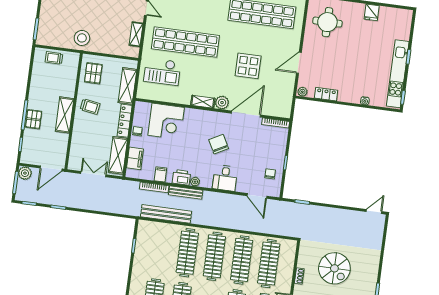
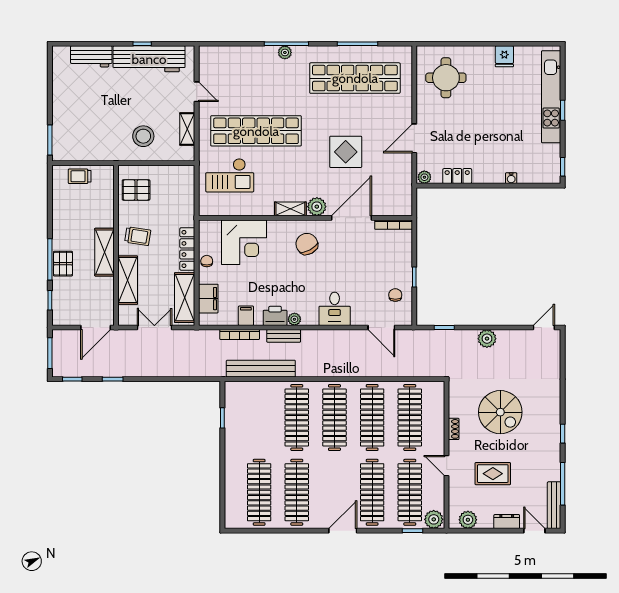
stool: (82, 38) -> (143, 136), moved
pallet: (93, 73) -> (136, 190), turned 90
kitchen unit: (398, 74) -> (551, 97), moved
shelving: (128, 86) -> (128, 280), moved
chair: (219, 144) -> (307, 244), moved
plant: (25, 173) -> (487, 339), moved
bench: (186, 193) -> (284, 336), width x0.73

